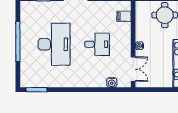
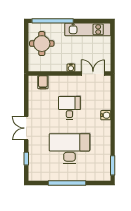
water cooler: (112, 82) -> (106, 115), moved

